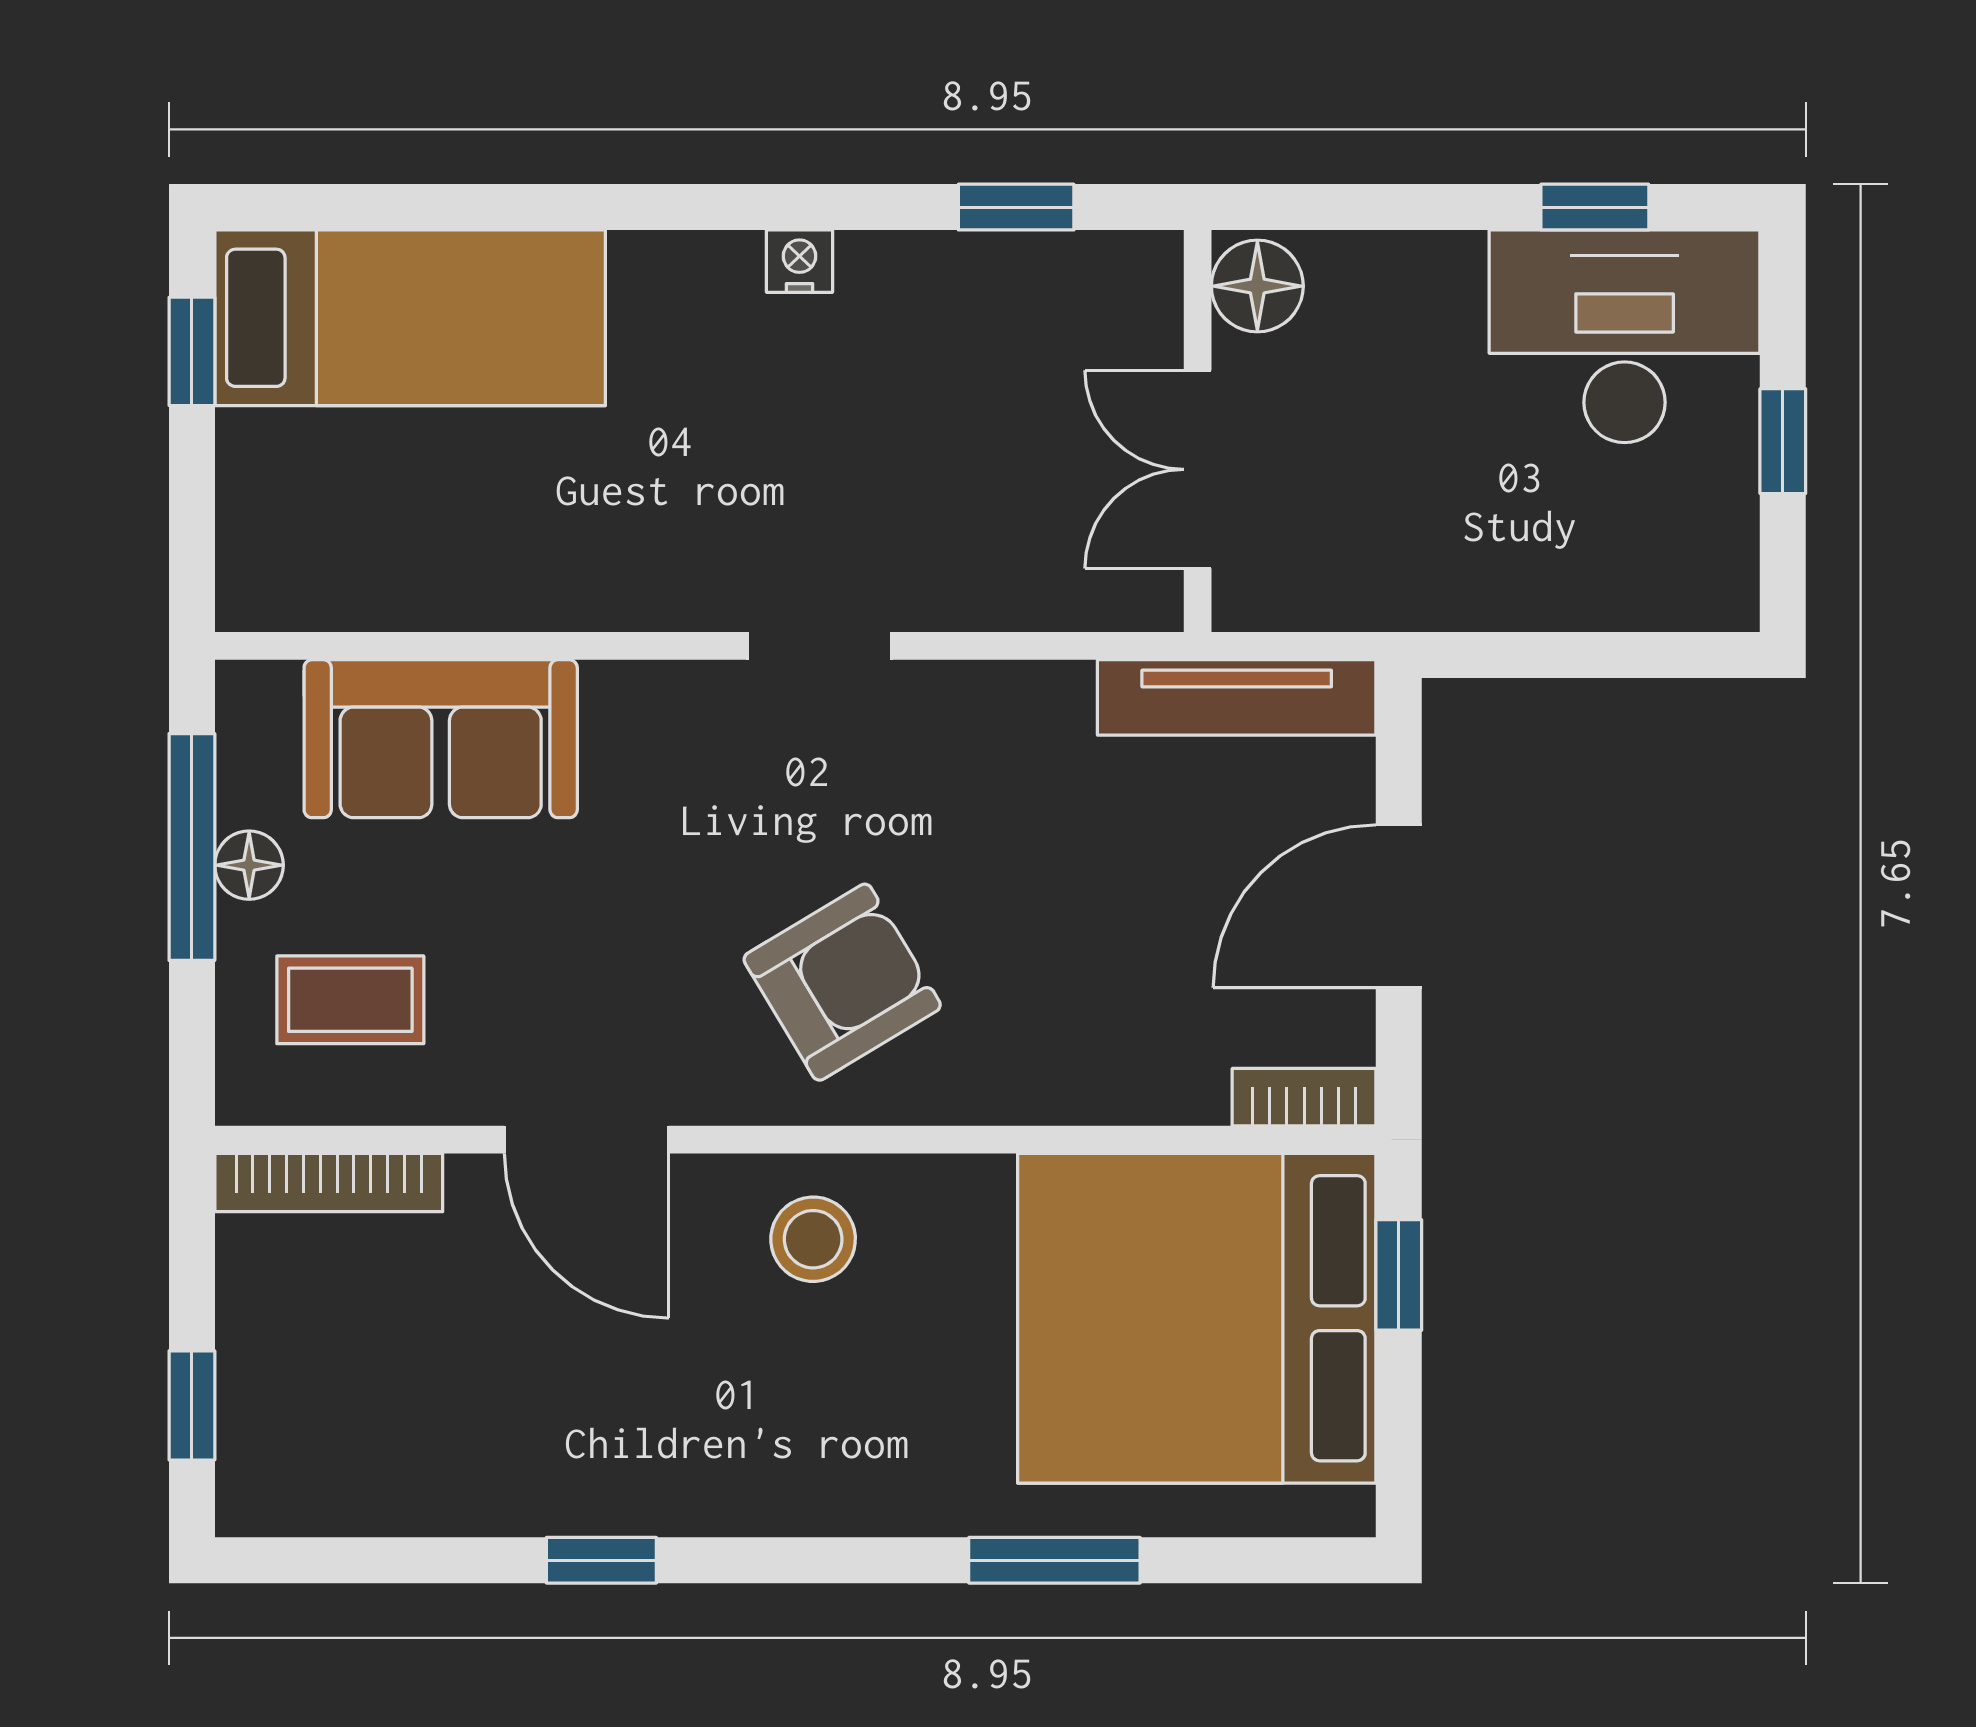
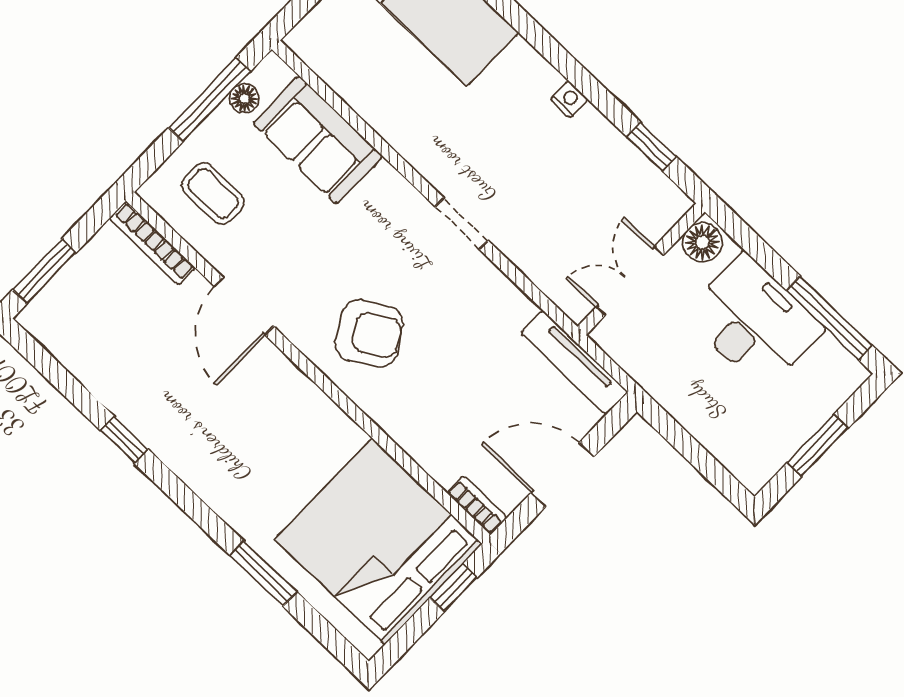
window: (1595, 207) -> (829, 318), width x2.17
desk: (1625, 336) -> (754, 322), moved
window: (1783, 441) -> (818, 445), width x1.50
floor lamp: (249, 865) -> (244, 99), moved
stool: (813, 1239) -> (284, 404), removed
window: (192, 1405) -> (44, 271), width x1.50

